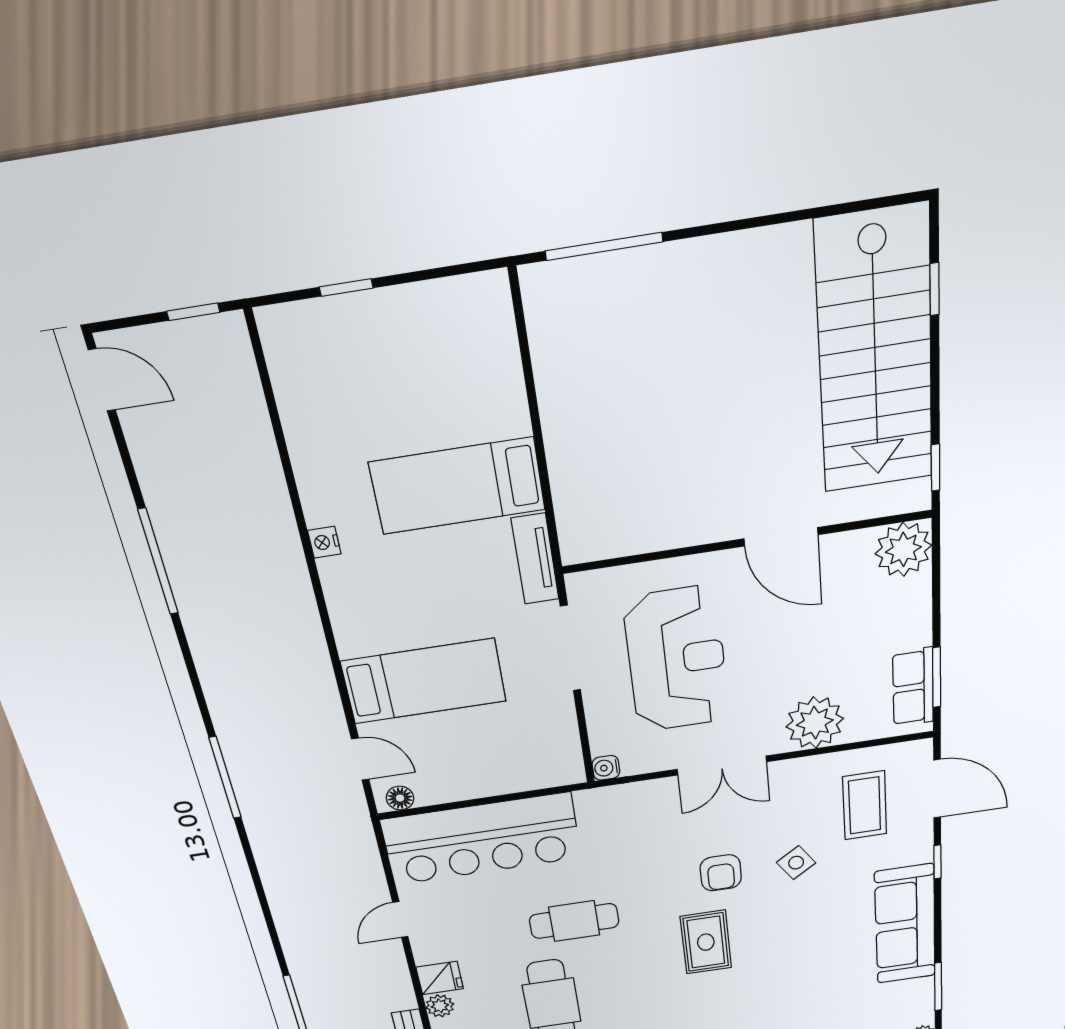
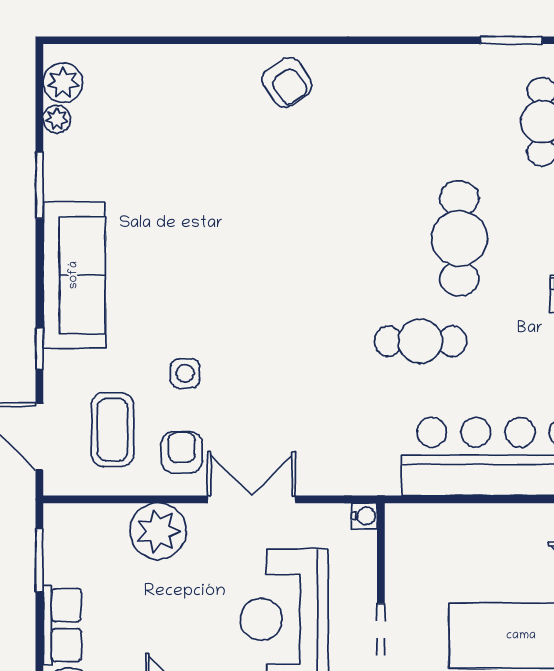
row of seats: (913, 687) -> (62, 625), moved
side table: (796, 863) -> (185, 373), turned 34
armchair: (721, 873) -> (182, 452), moved
rug: (706, 942) -> (286, 290), removed

